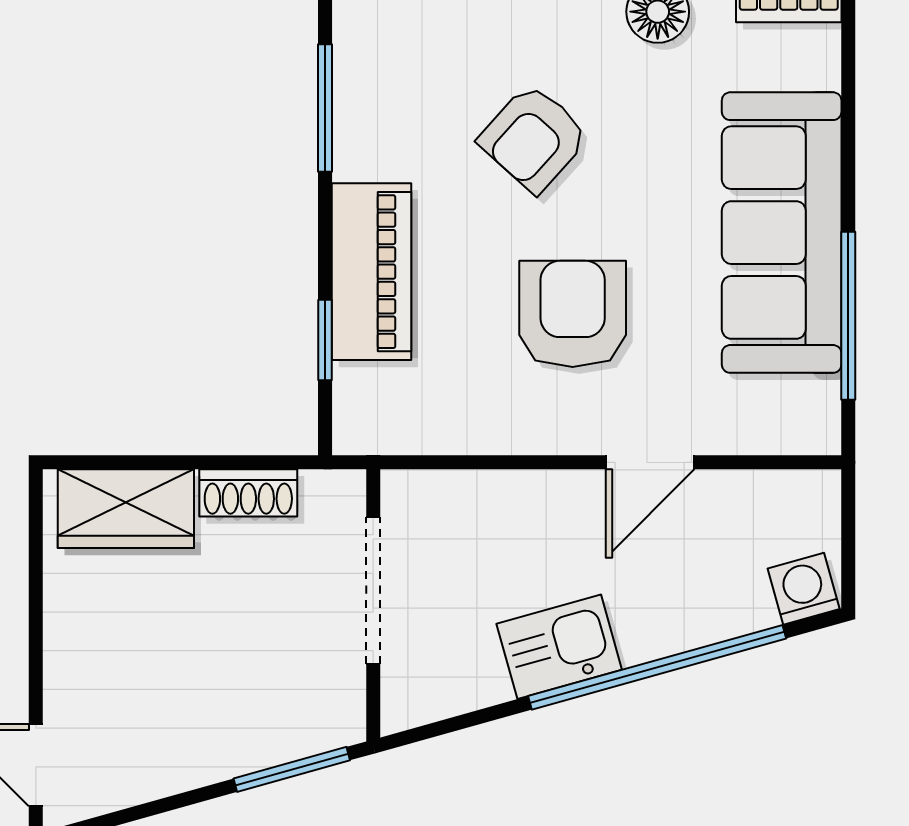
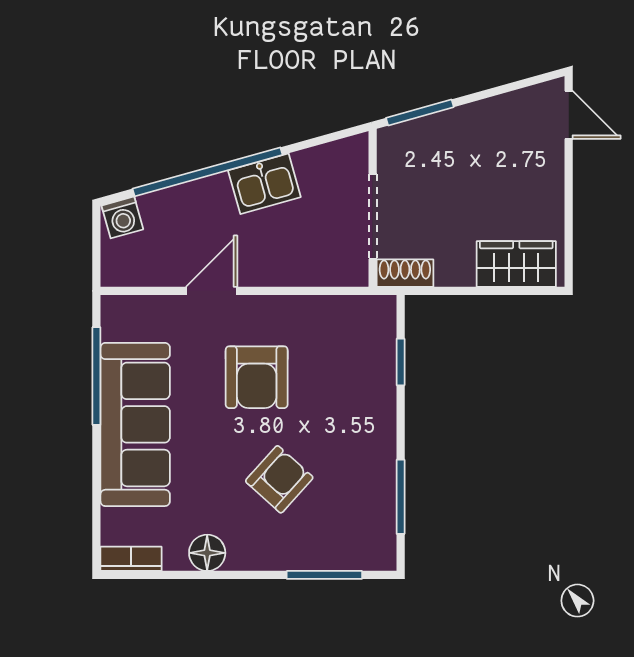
piano: (371, 272) -> (374, 402), removed
shoe rack: (248, 493) -> (405, 273), moved

